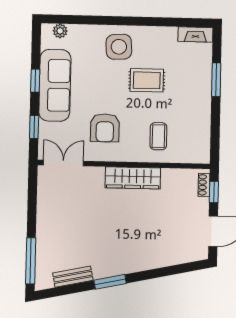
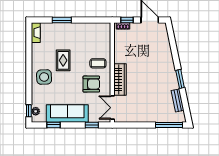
window: (61, 19) -> (29, 111), added
window: (35, 81) -> (54, 125), moved
coffee table: (158, 136) -> (98, 63), moved
wardrobe: (133, 178) -> (120, 79), moved

